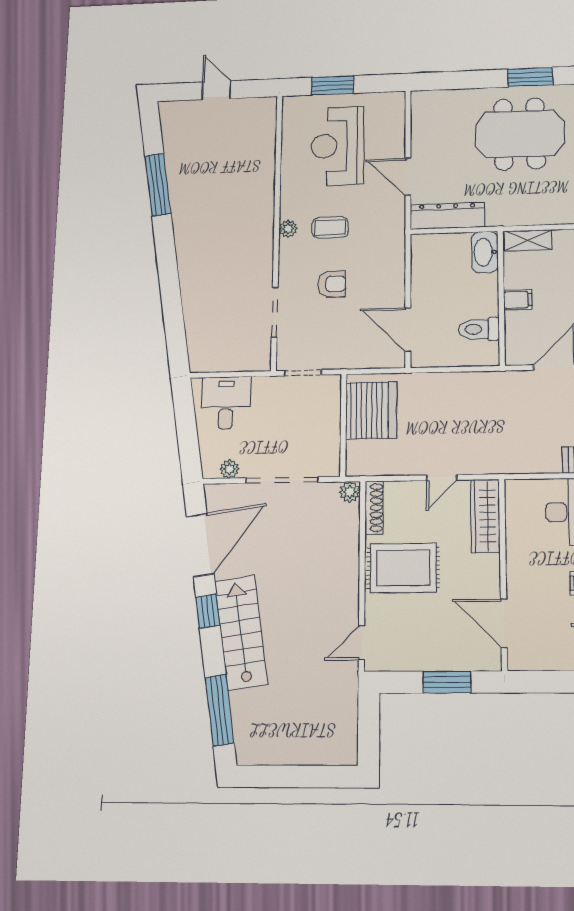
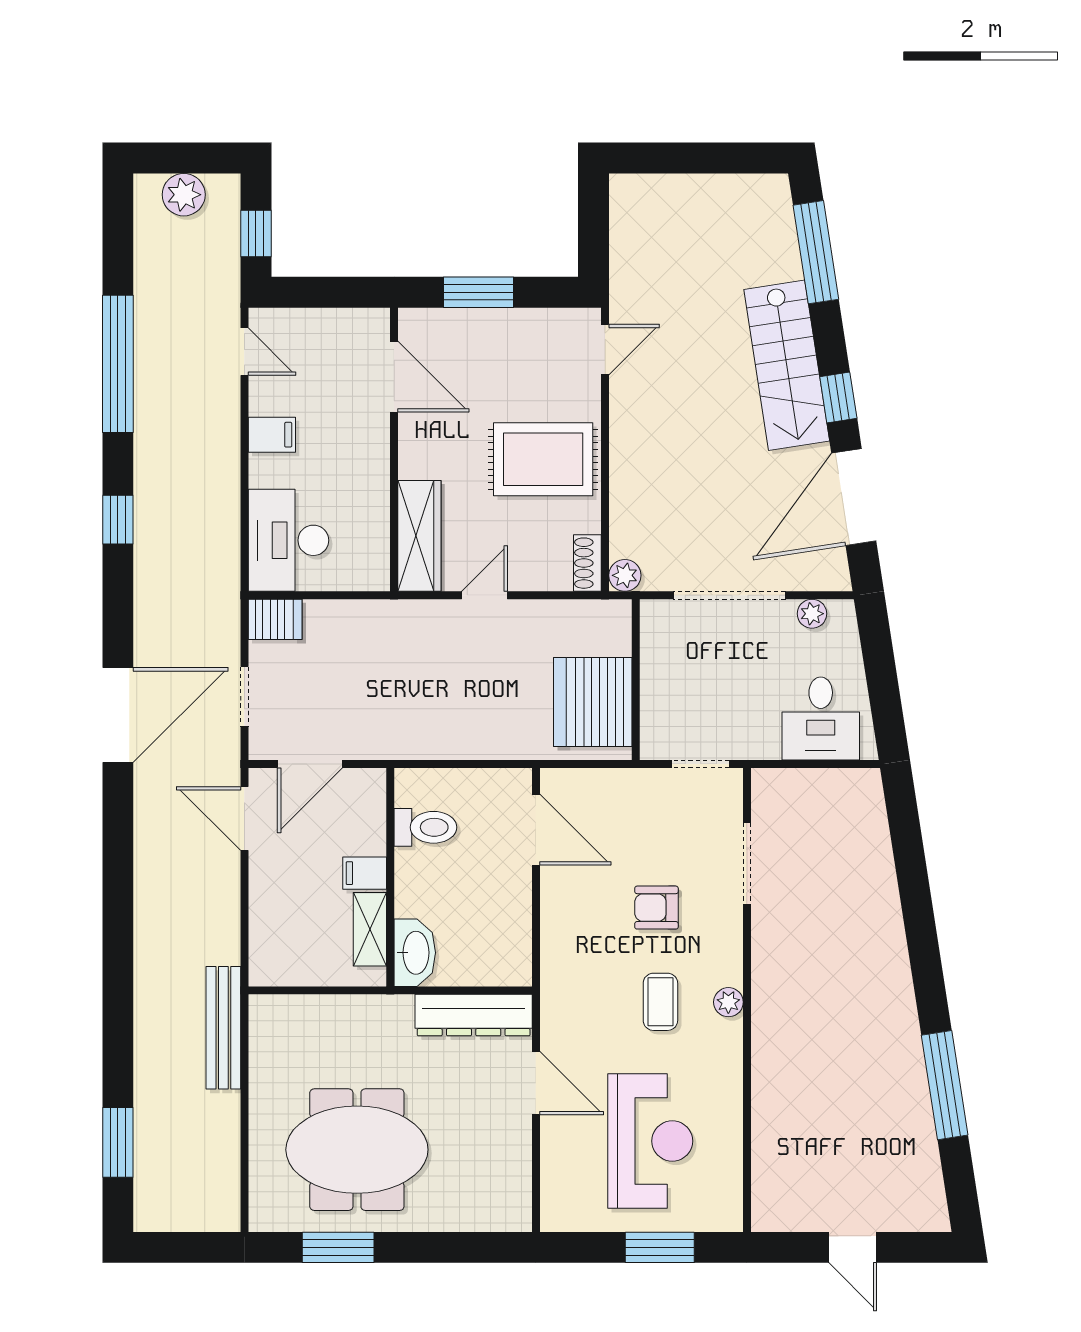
coffee table: (330, 228) -> (660, 1002), turned 90
shelving: (528, 240) -> (370, 929), moved, turned 90
shoe rack: (374, 508) -> (587, 563), width x0.70

